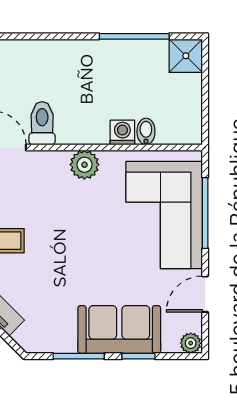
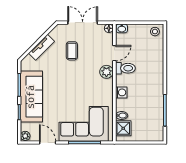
shower: (186, 56) -> (123, 128), moved
washing machine: (122, 132) -> (121, 92), moved
plant: (84, 165) -> (106, 72), moved
sofa: (119, 330) -> (31, 97), width x1.36

